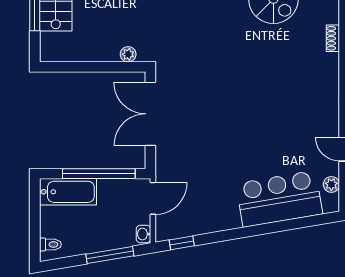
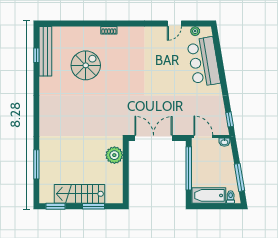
plant: (128, 54) -> (114, 155), width x1.88, depth x1.88
double door: (150, 114) -> (154, 138), swing flipped
bathtub: (68, 192) -> (209, 195), moved, turned -90
window: (110, 255) -> (239, 177), moved

